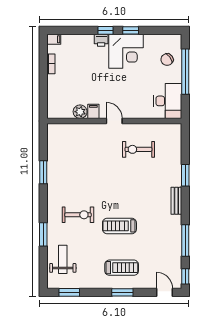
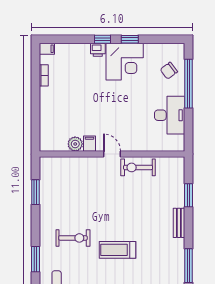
filing cabinet: (93, 111) -> (90, 144), moved
plant: (80, 112) -> (75, 144), moved
door: (114, 121) -> (112, 154), moved
wall: (114, 121) -> (112, 154), moved

